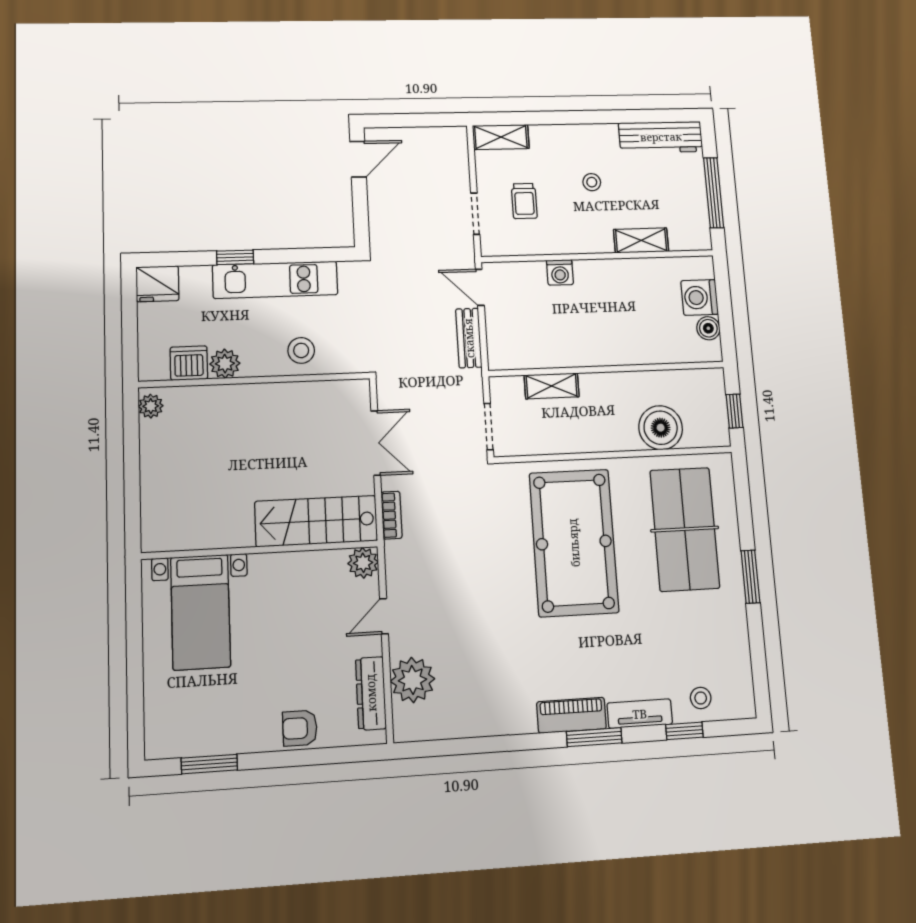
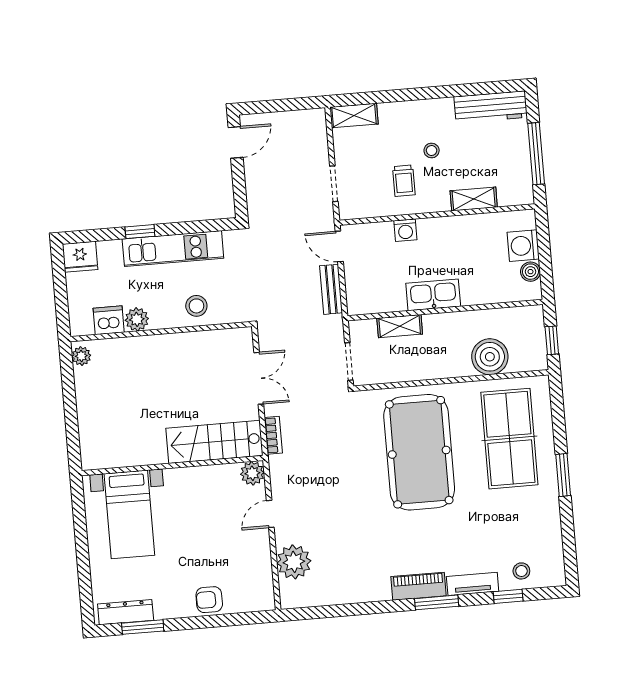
trolley: (524, 201) -> (404, 181), moved
kitchen sink: (592, 350) -> (433, 295), added
dresser: (371, 693) -> (126, 612), moved, turned 90

